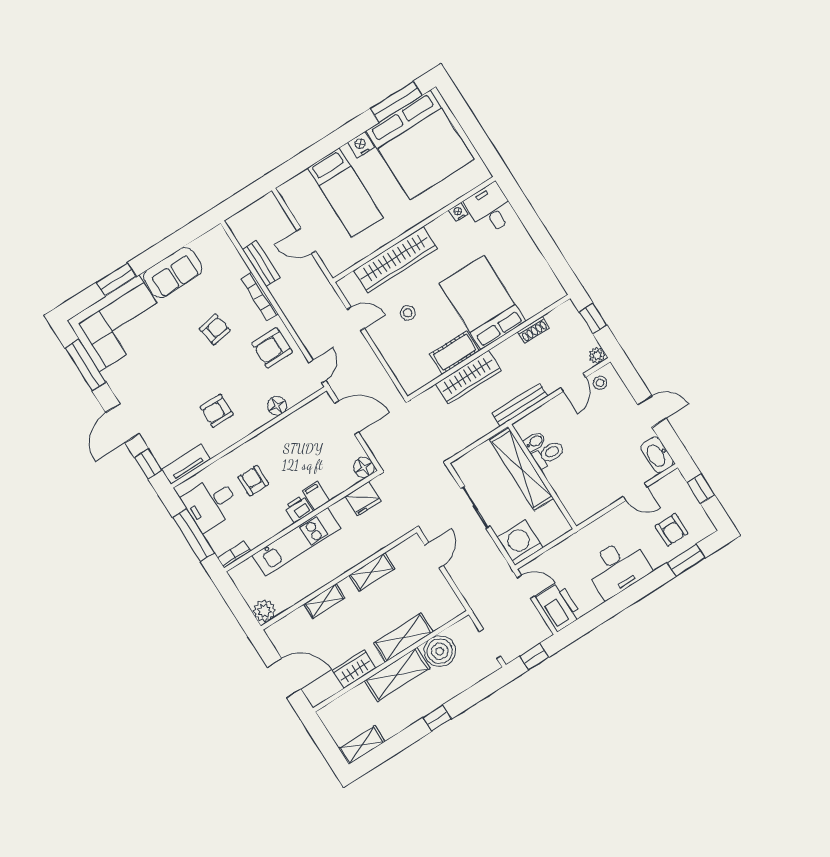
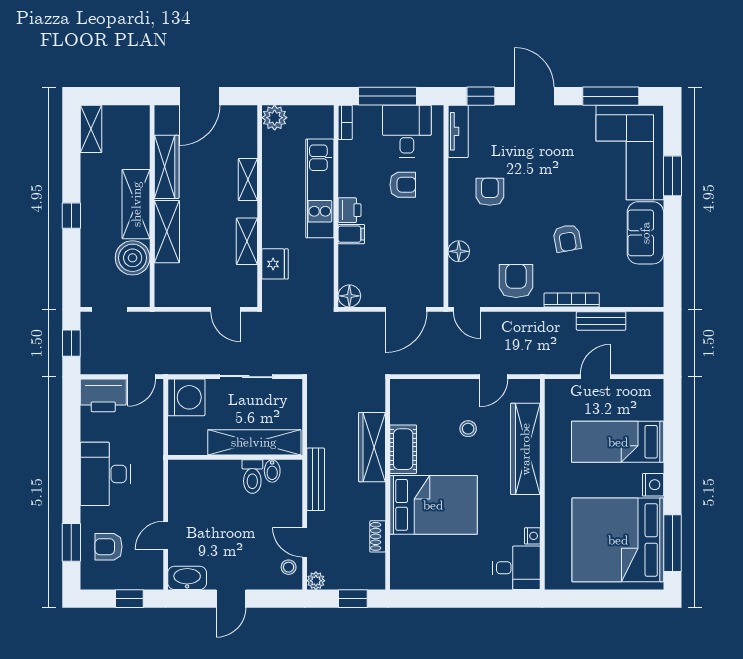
fridge: (363, 499) -> (275, 264), moved, turned 180
wardrobe: (354, 669) -> (167, 167), width x1.50

